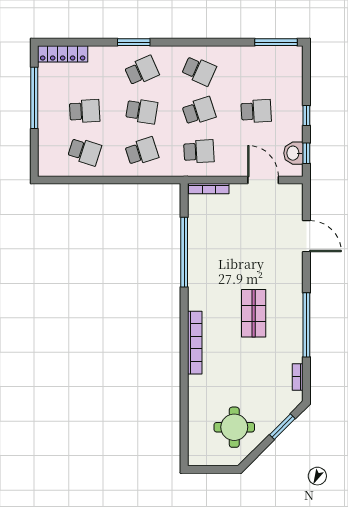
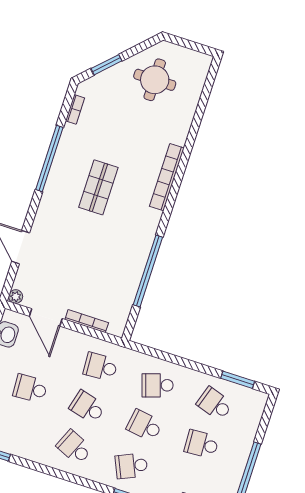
school desk: (199, 111) -> (87, 407), turned 33
window: (71, 180) -> (238, 380), added
bookcase: (209, 189) -> (87, 321), moved
plant: (296, 190) -> (16, 297), added

